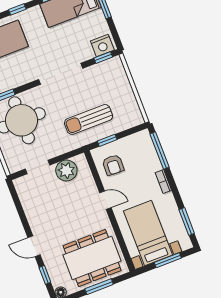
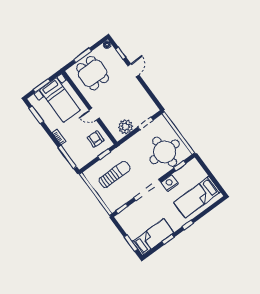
nightstand: (102, 46) -> (170, 183), moved
sun lounger: (89, 119) -> (114, 174), moved
door: (34, 246) -> (133, 70), hinge flipped
dining table: (92, 258) -> (93, 73), width x0.73

